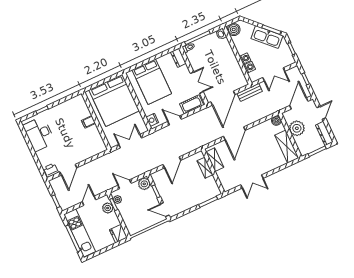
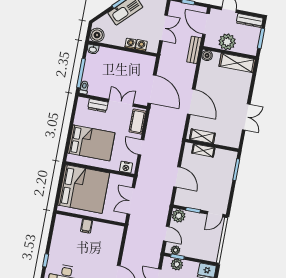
dresser: (178, 58) -> (98, 105), moved
bench: (250, 92) -> (194, 50), moved
door: (175, 120) -> (141, 147), hinge flipped
door: (125, 184) -> (166, 234), swing flipped

